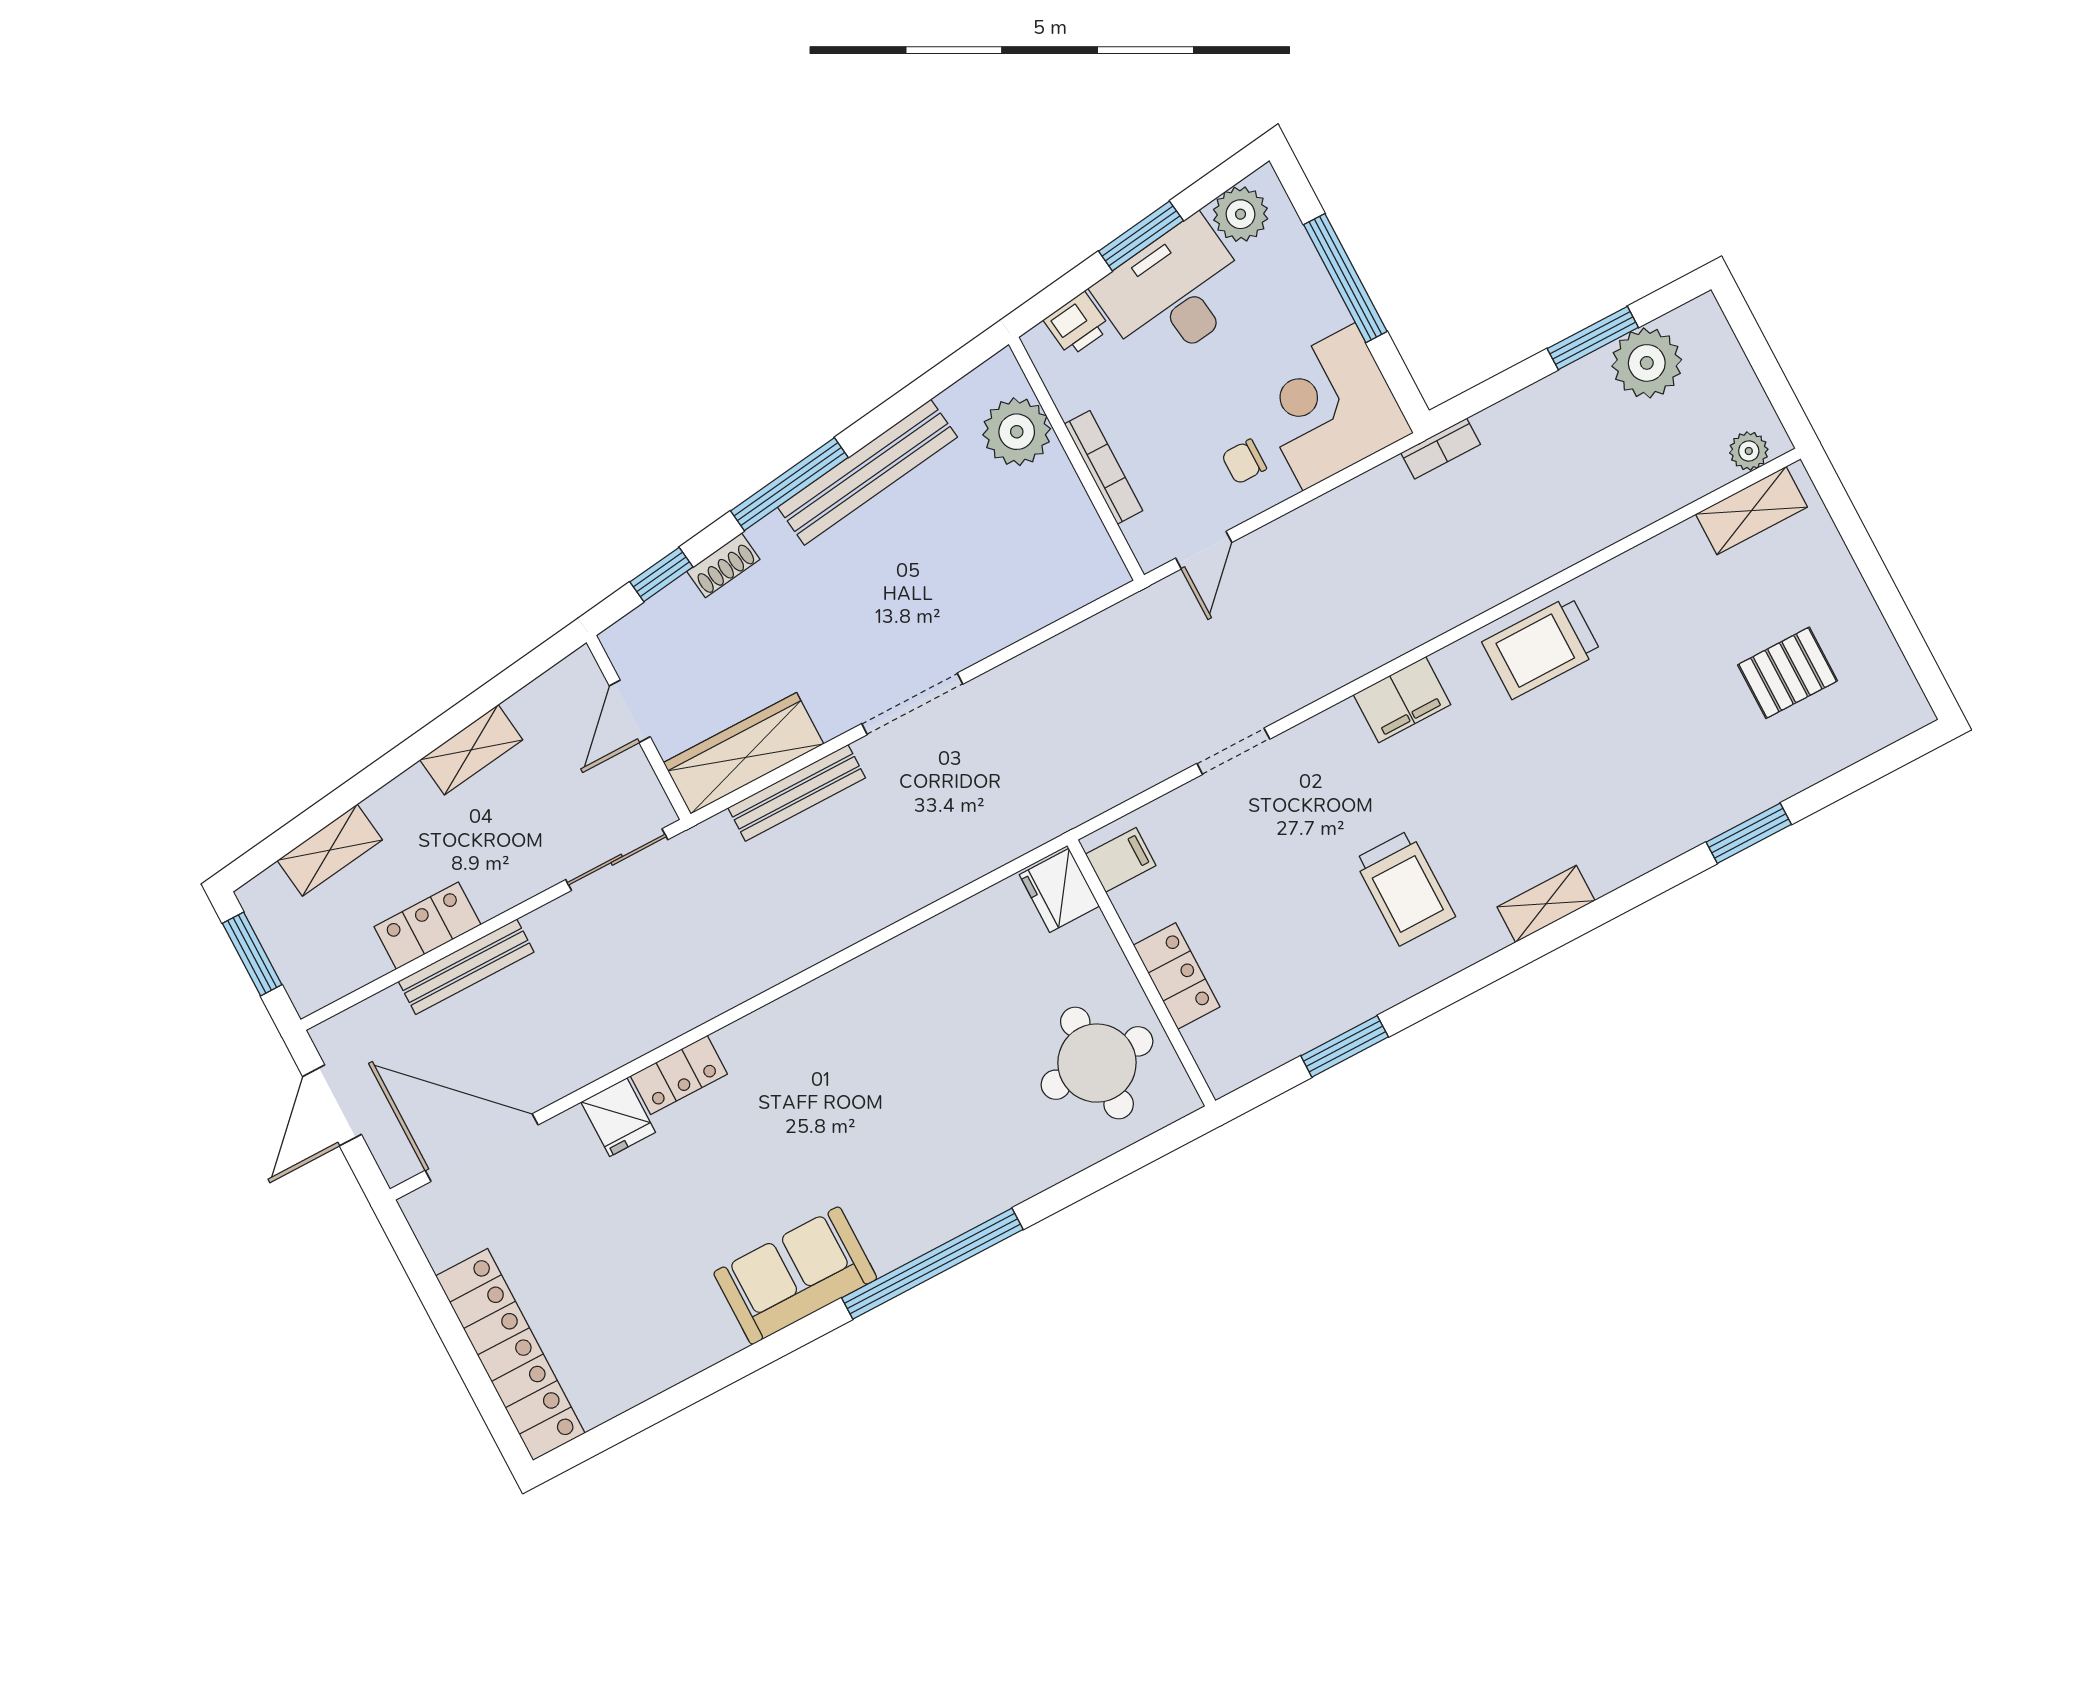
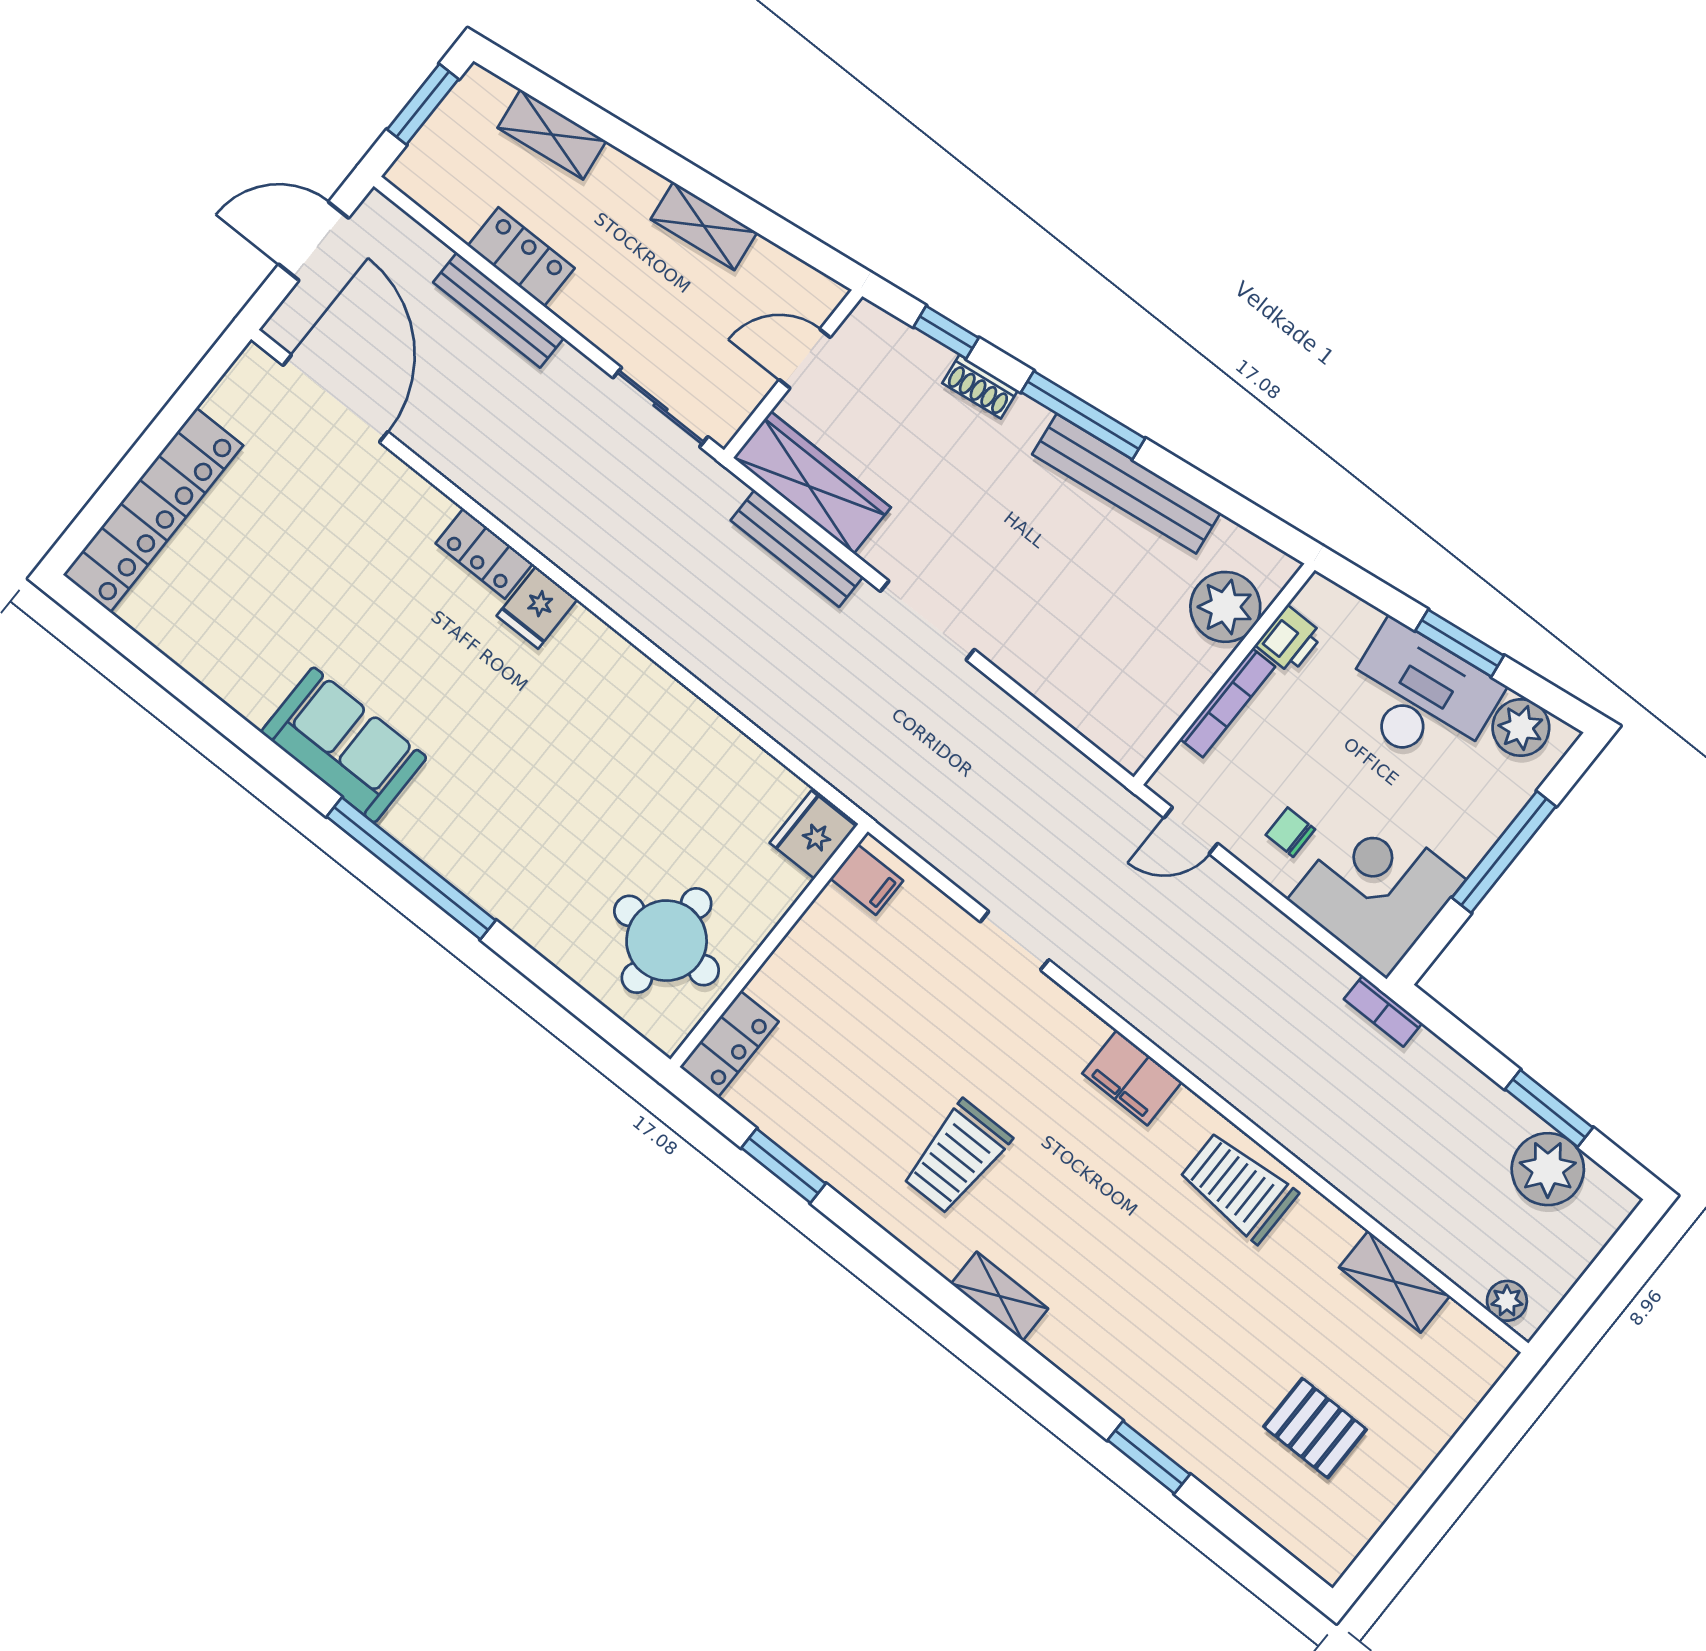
printer: (1077, 324) -> (1289, 640), moved, turned -83
shelving: (1751, 511) -> (1394, 1282), moved
locker: (1177, 976) -> (729, 1044), moved
fridge: (618, 1117) -> (537, 608), moved

